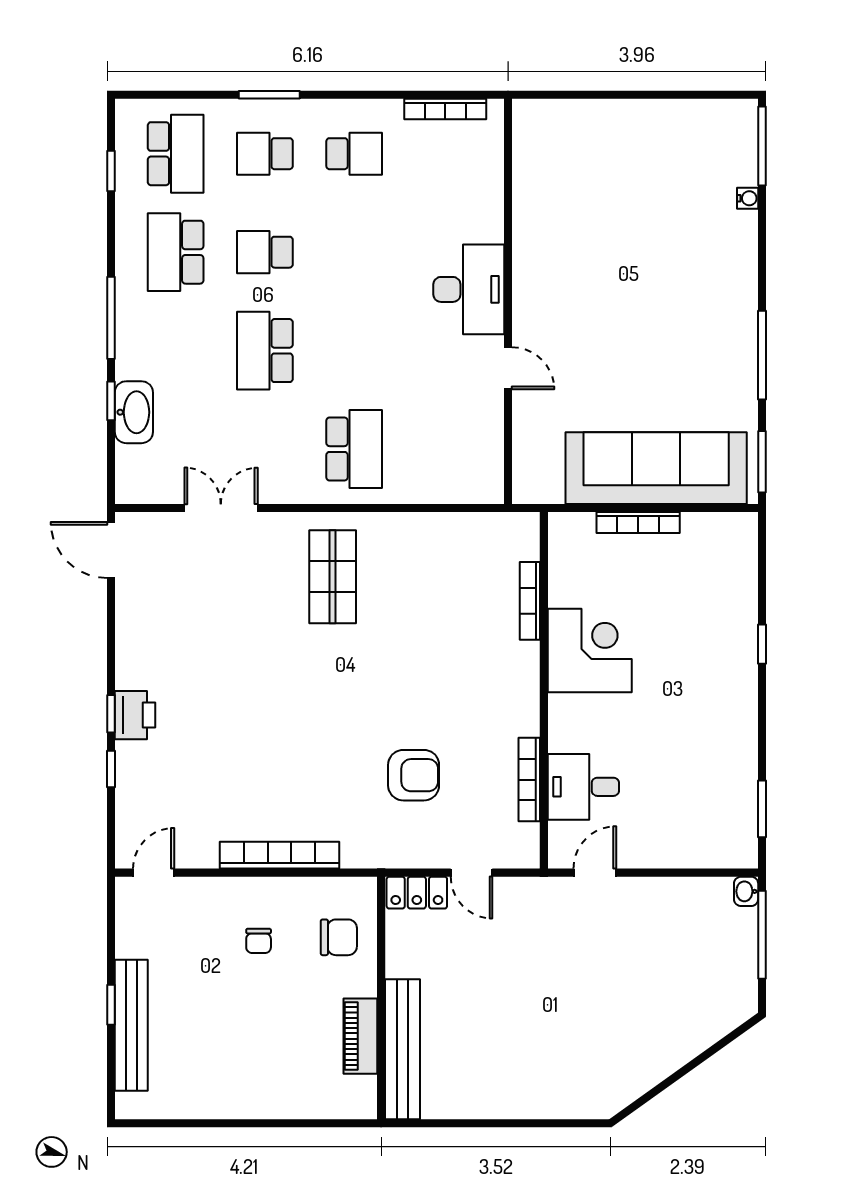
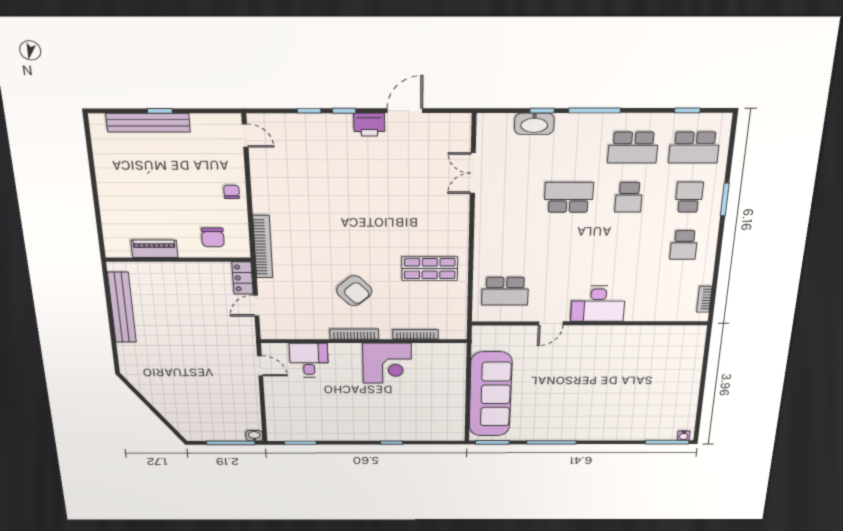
bookcase: (445, 109) -> (704, 299), width x0.64
water cooler: (748, 198) -> (684, 436), moved
school desk: (176, 252) -> (633, 148), turned 180
school desk: (265, 252) -> (629, 197), turned 180
school desk: (354, 449) -> (505, 291), moved
double door: (221, 508) -> (473, 173), swing flipped
bookcase: (638, 523) -> (460, 386), removed
door: (111, 550) -> (405, 111), moved
shop shelf: (333, 577) -> (430, 269), moved
printer: (135, 715) -> (369, 125), moved
armchair: (414, 775) -> (354, 291), moved, turned -42
bookcase: (529, 780) -> (354, 334), moved
bookcase: (280, 855) -> (263, 247), moved
chair: (259, 941) -> (232, 192), moved, turned 90
bench: (402, 1049) -> (122, 307), moved, turned 90

